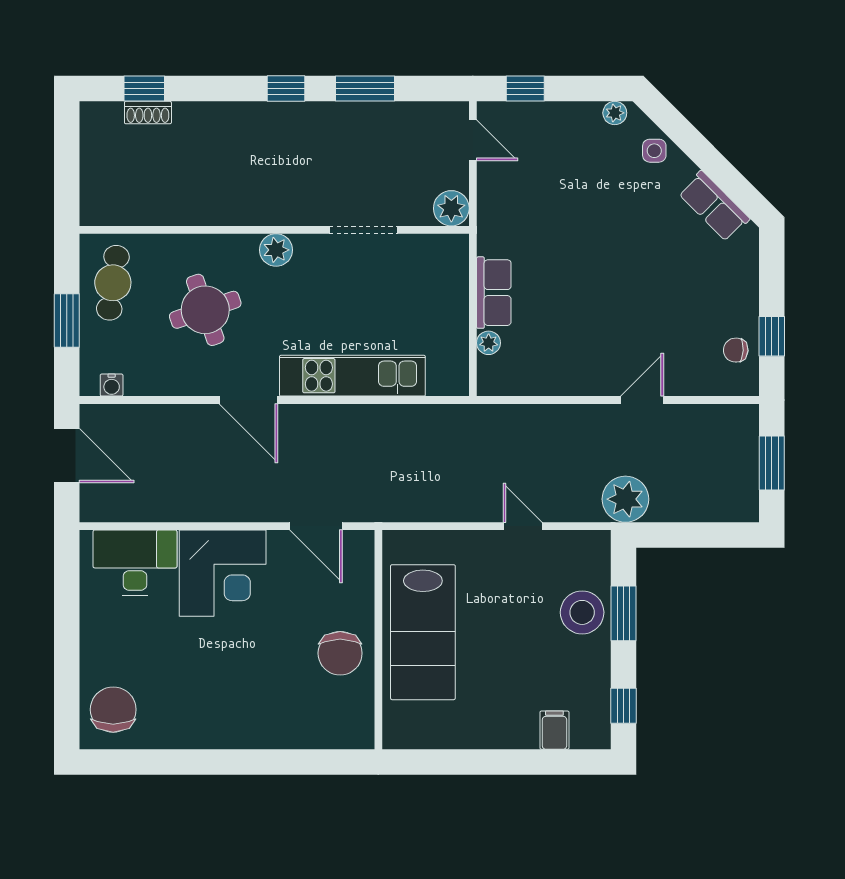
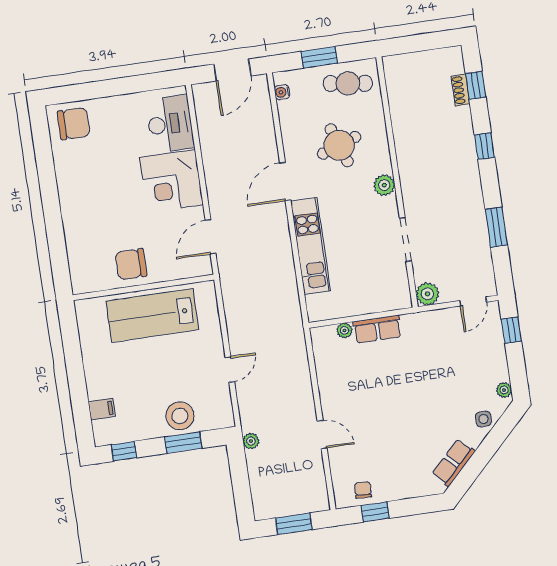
window: (286, 89) -> (484, 146), moved
plant: (625, 499) -> (251, 441), width x0.53, depth x0.53

